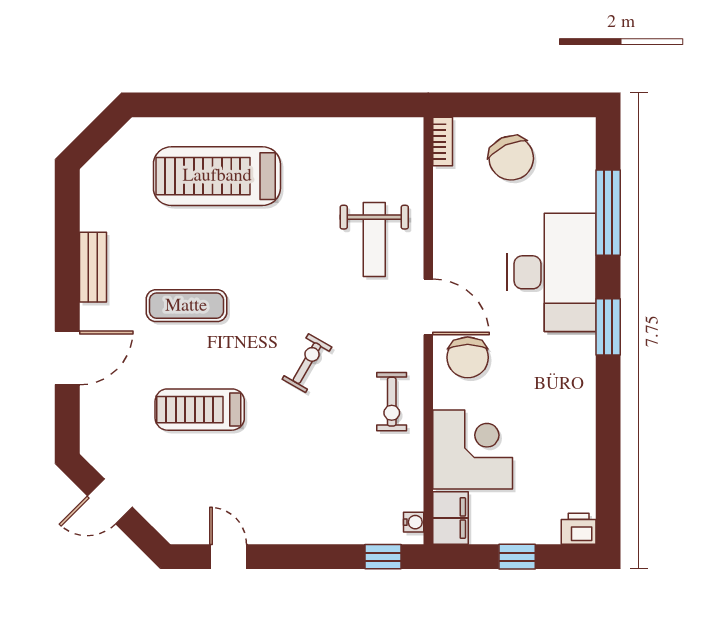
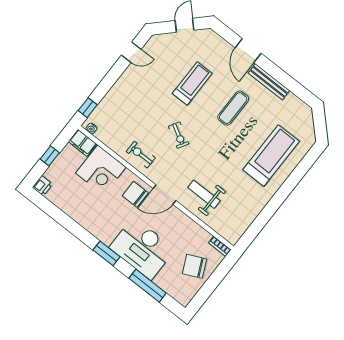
bench: (93, 267) -> (269, 82), width x1.36

